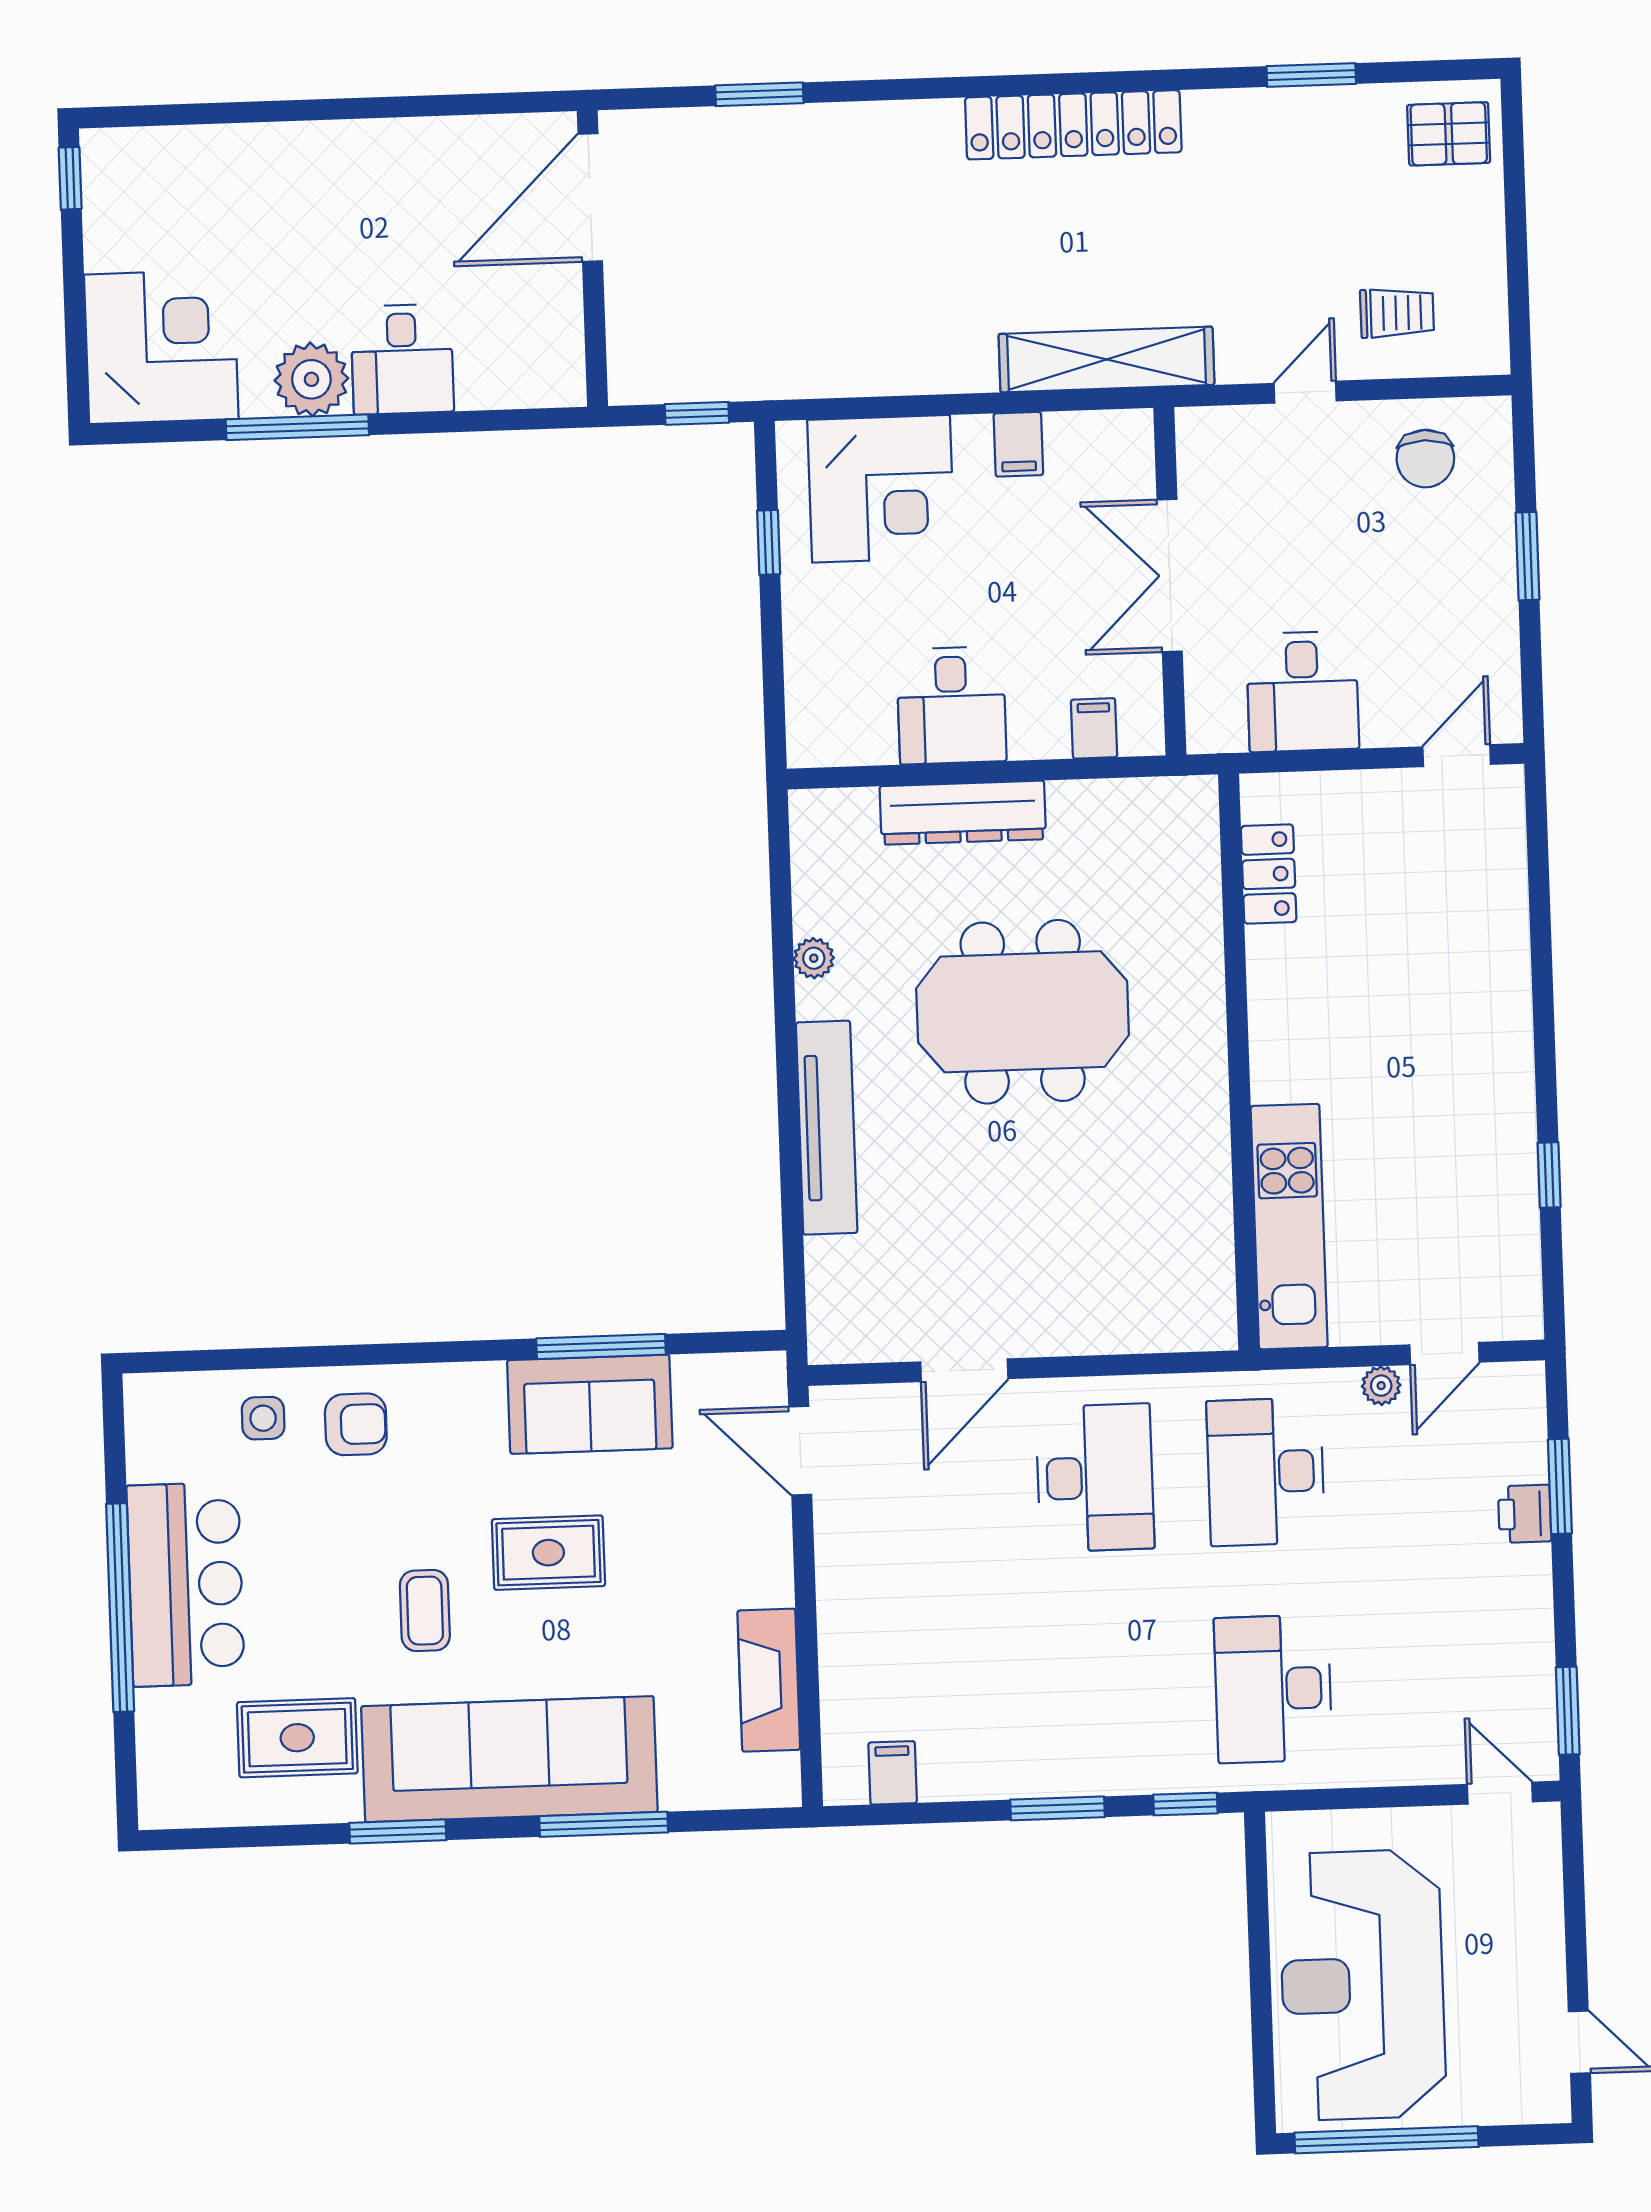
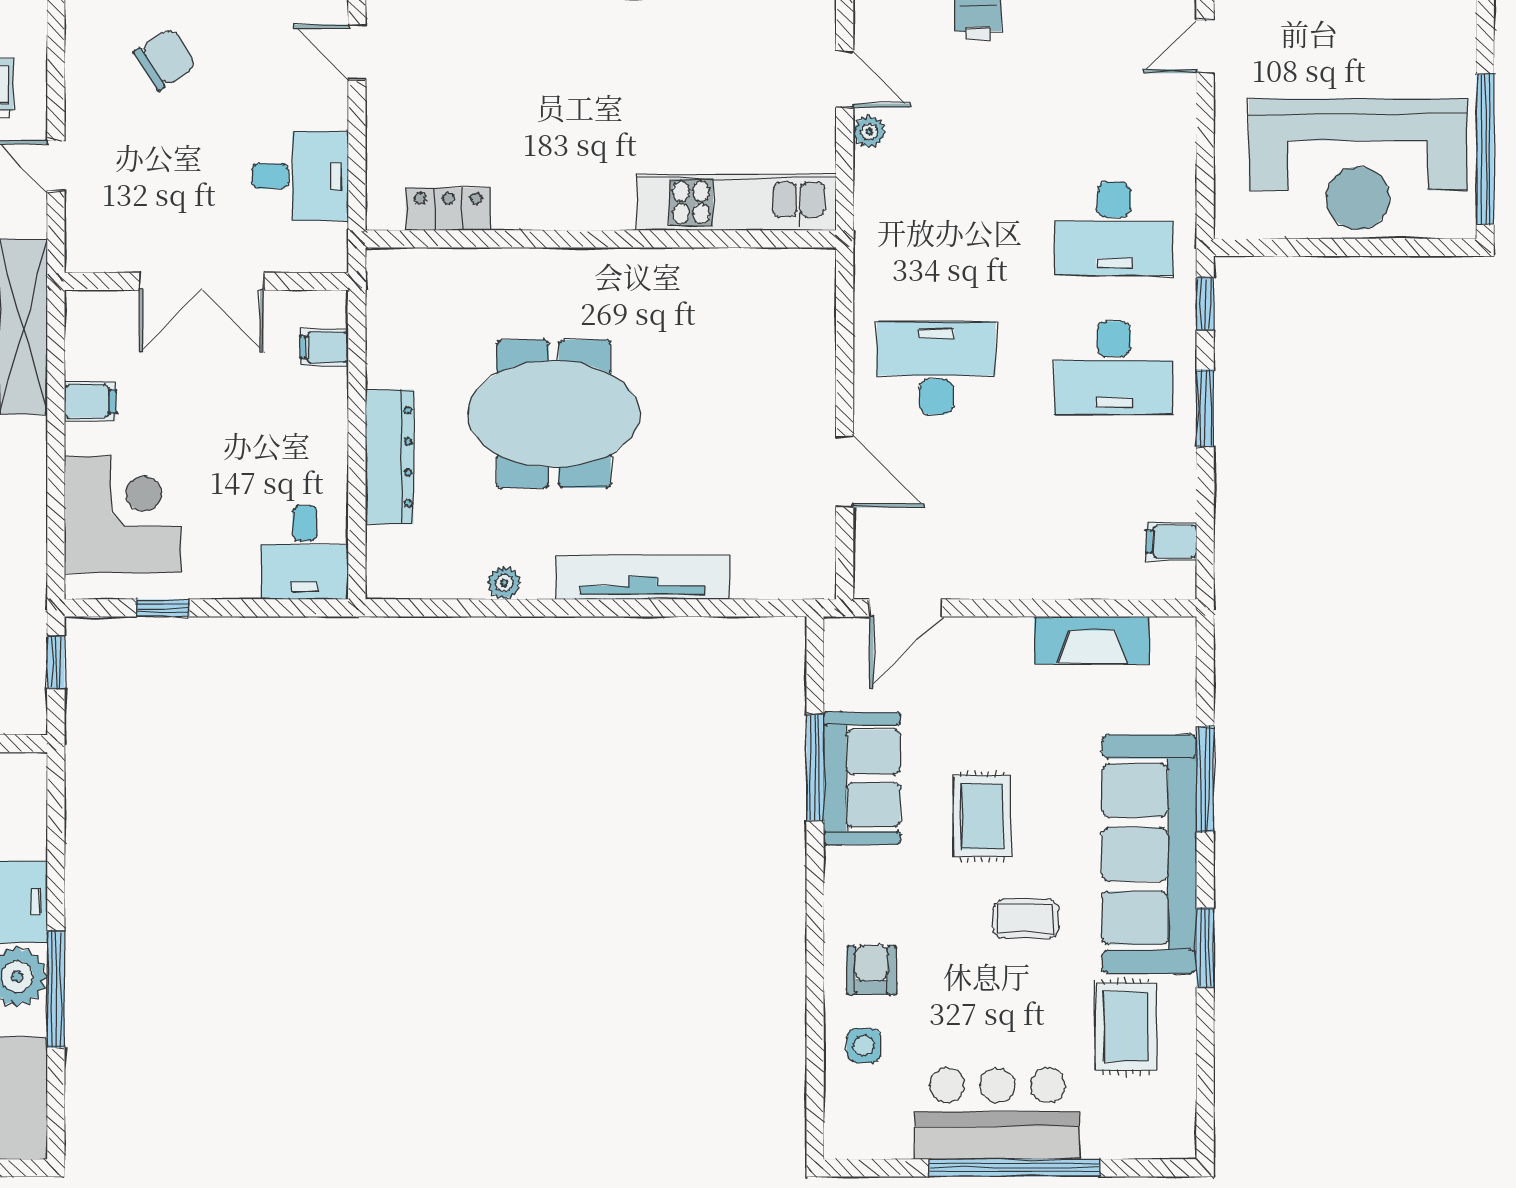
chair: (1425, 459) -> (165, 59), moved, turned -33
desk: (951, 705) -> (305, 552), moved, turned 90
meeting table: (1023, 1012) -> (554, 414), turned 90
desk: (1266, 1472) -> (1114, 368), moved

